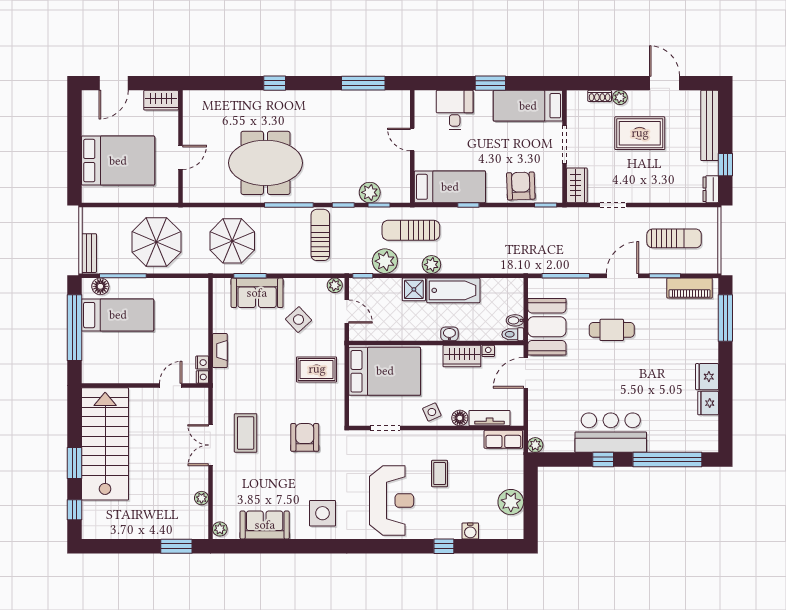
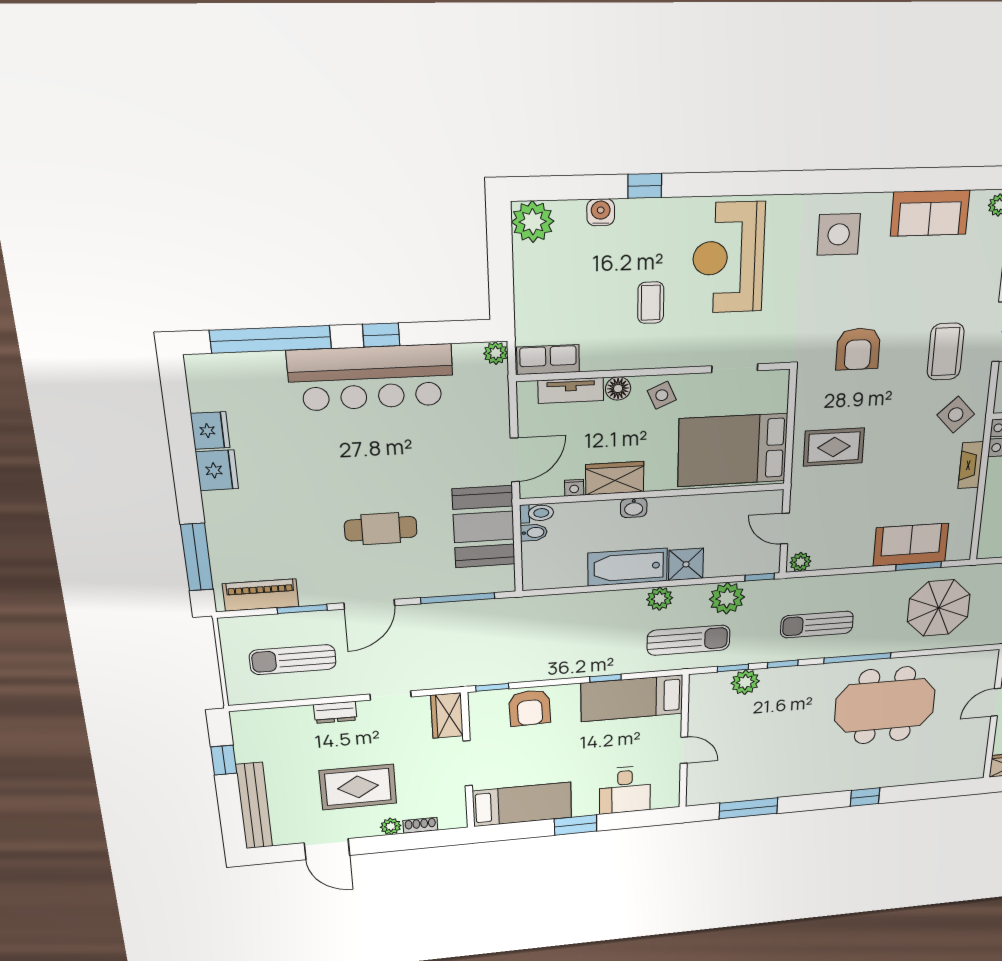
dresser: (711, 189) -> (335, 712), moved, turned 90
sun lounger: (320, 235) -> (817, 624), turned 90
side table: (299, 320) -> (956, 415), moved
bar counter: (611, 433) -> (371, 378), width x1.36
plant: (511, 502) -> (533, 222), moved

